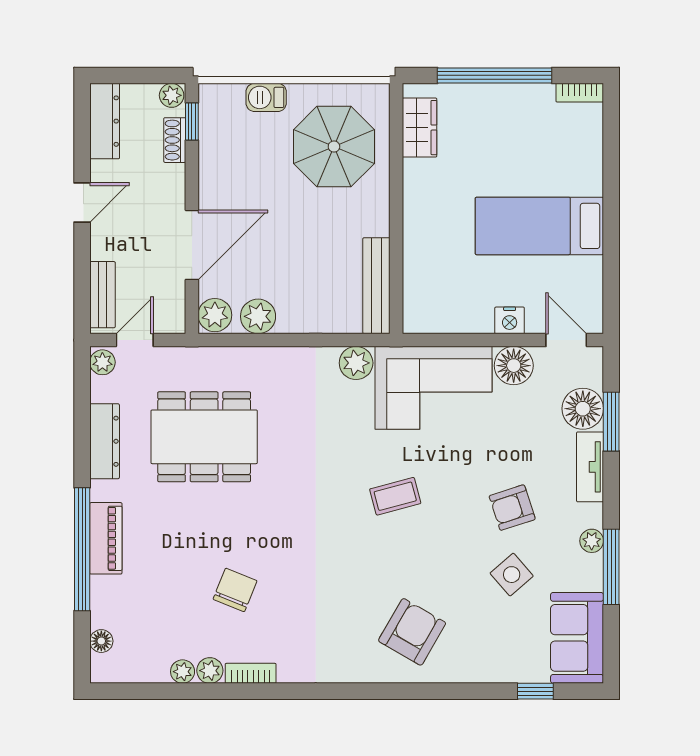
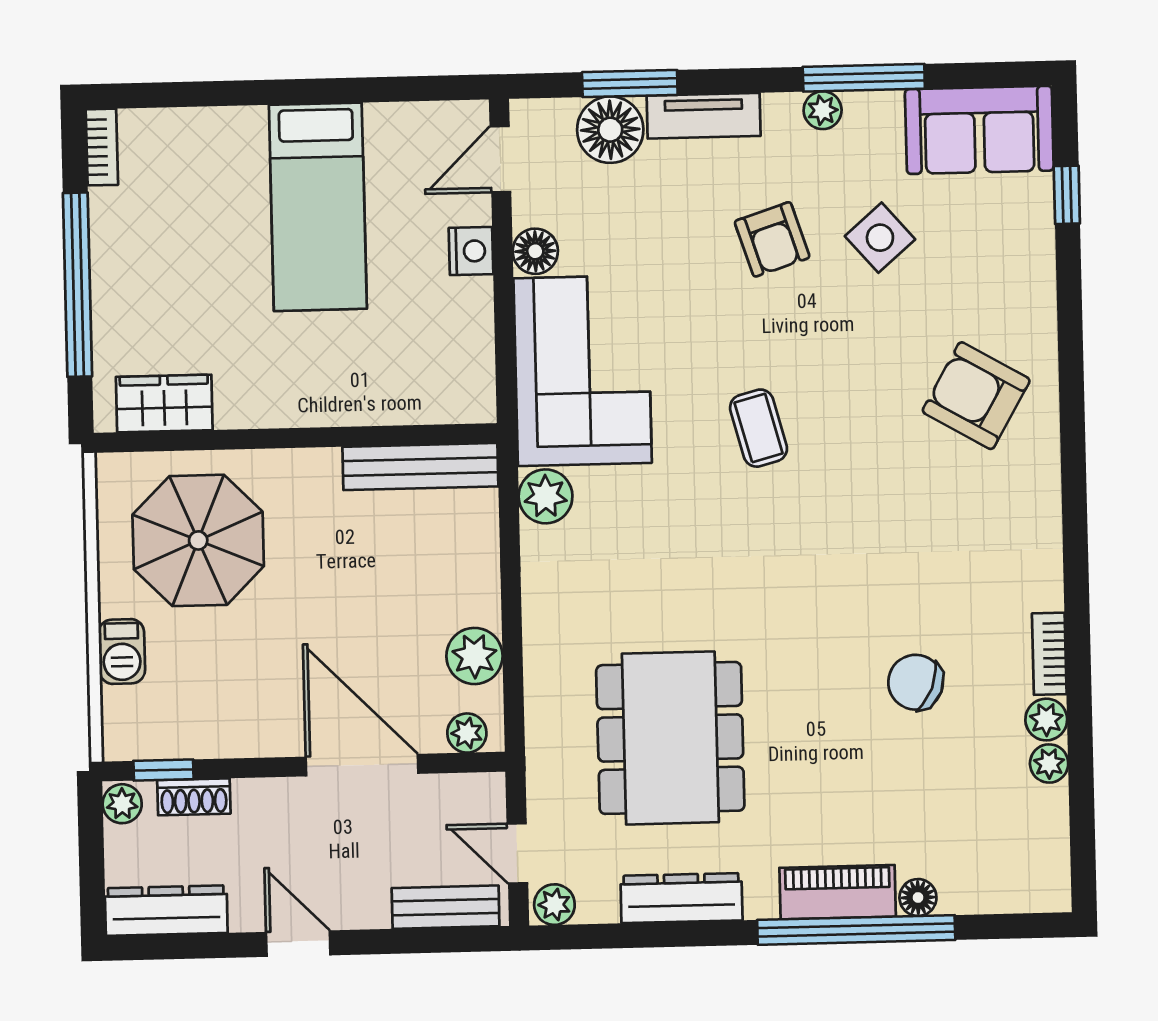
plant: (215, 315) -> (467, 733), width x0.73, depth x0.73
floor lamp: (514, 366) -> (535, 251), width x0.73, depth x0.73
floor lamp: (101, 641) -> (918, 898), moved

